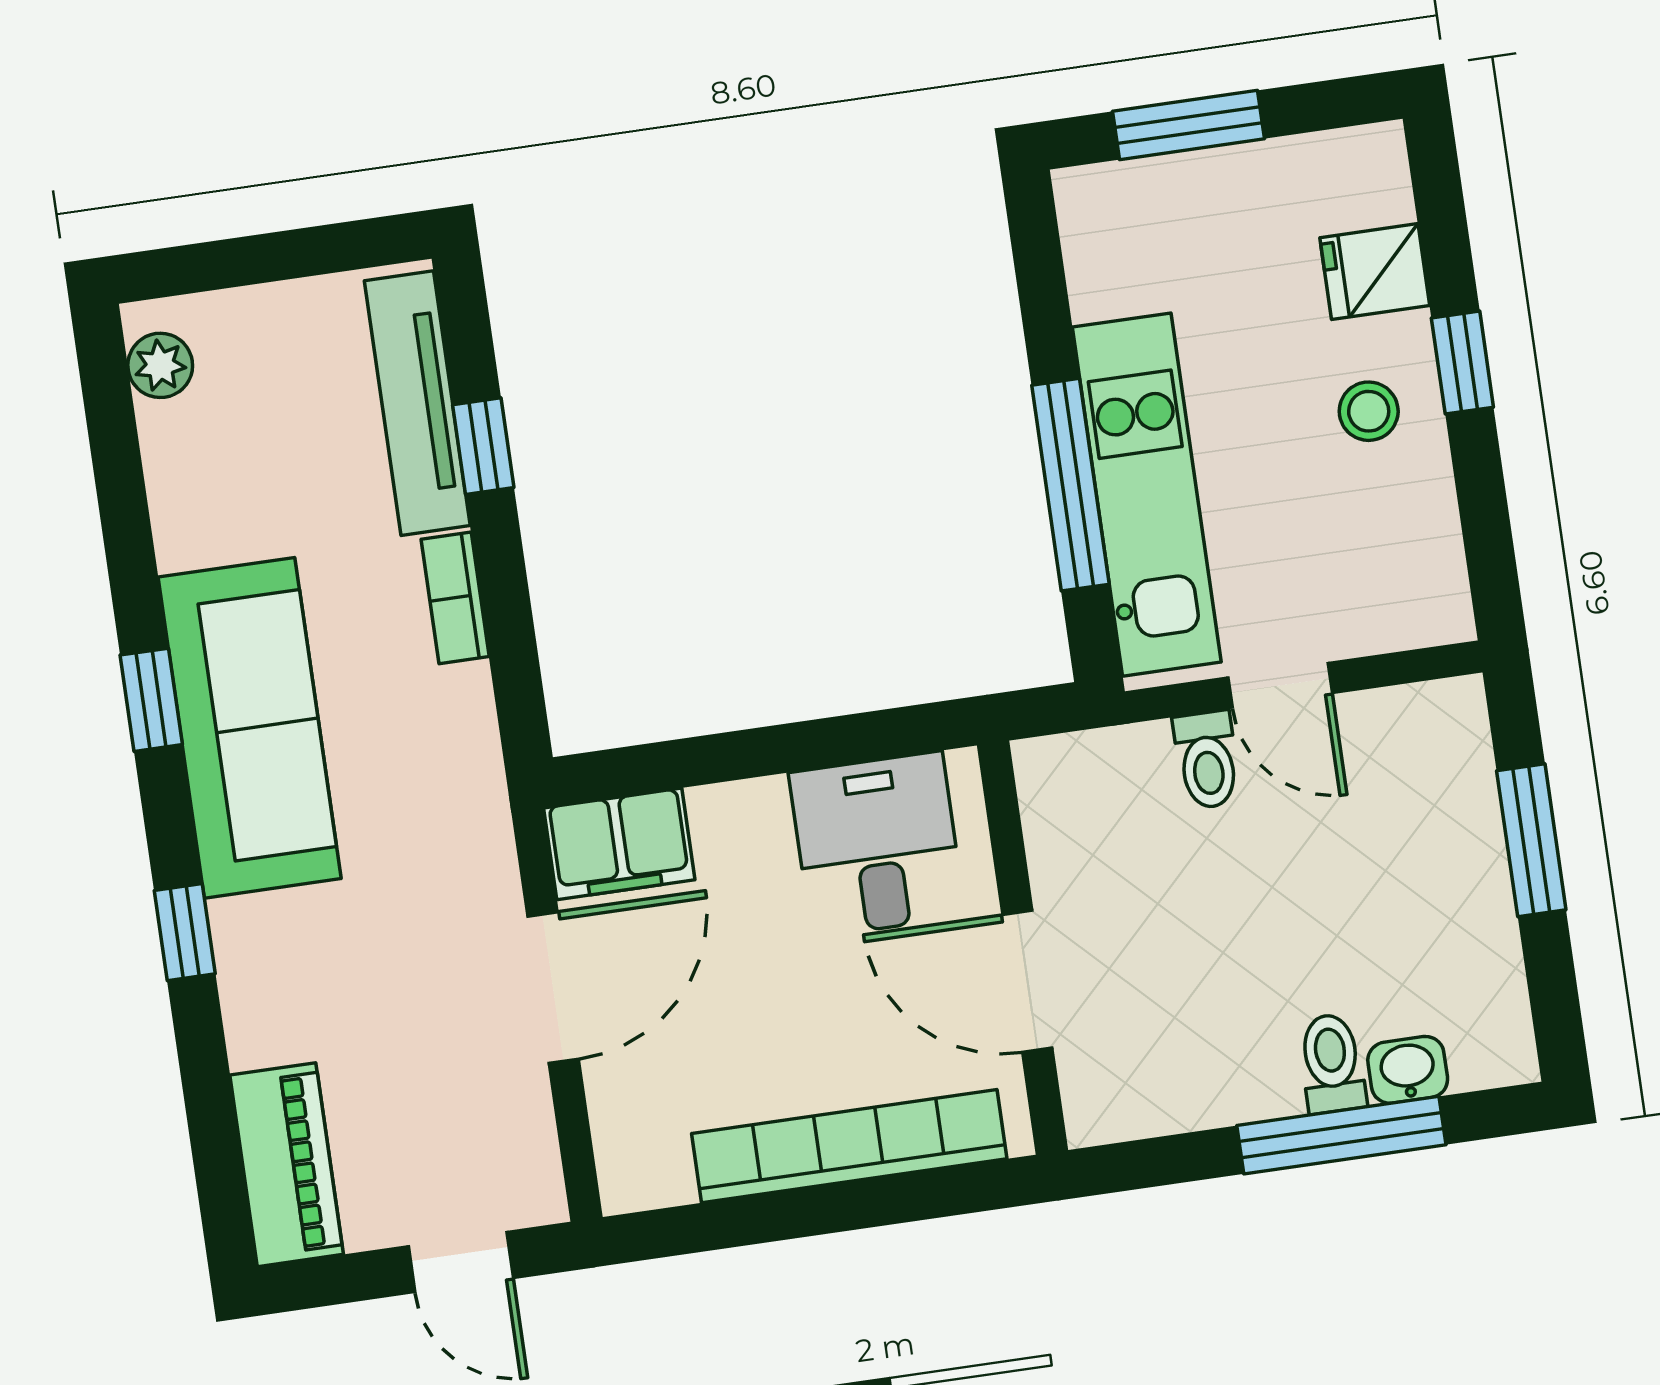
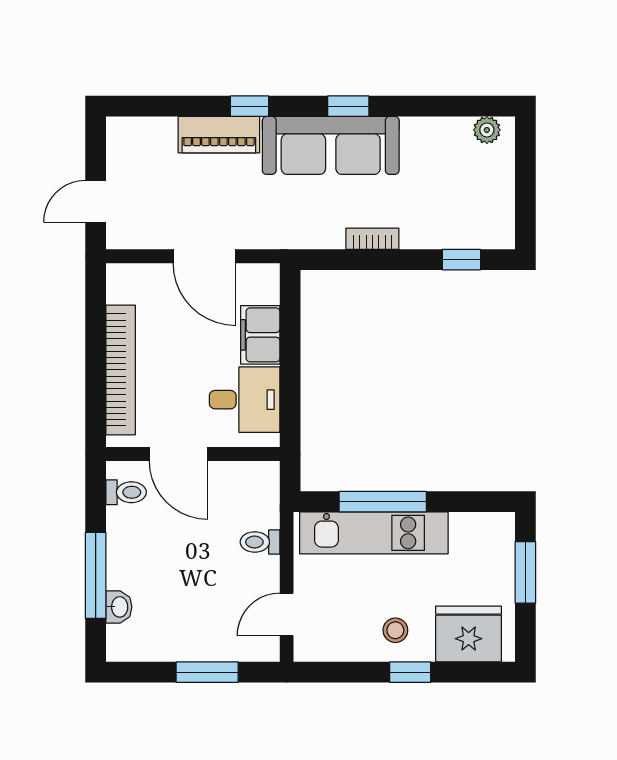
fridge: (1375, 272) -> (469, 634), width x1.88, depth x1.34
tv unit: (417, 403) -> (456, 235), removed
window: (483, 446) -> (461, 260), moved
door: (1280, 685) -> (287, 614), moved
filing cabinet: (619, 844) -> (260, 335), moved
door: (1027, 981) -> (179, 454), swing flipped
toilet: (1332, 1063) -> (126, 492), moved
piano: (287, 1165) -> (219, 135), moved

